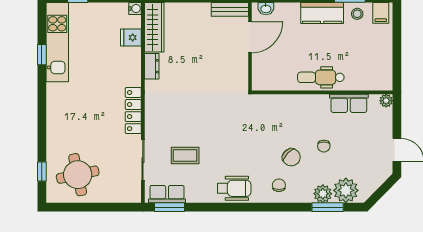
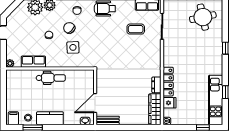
locker: (133, 111) -> (168, 82), moved
side table: (285, 126) -> (73, 47), added
window: (42, 172) -> (225, 48), moved

